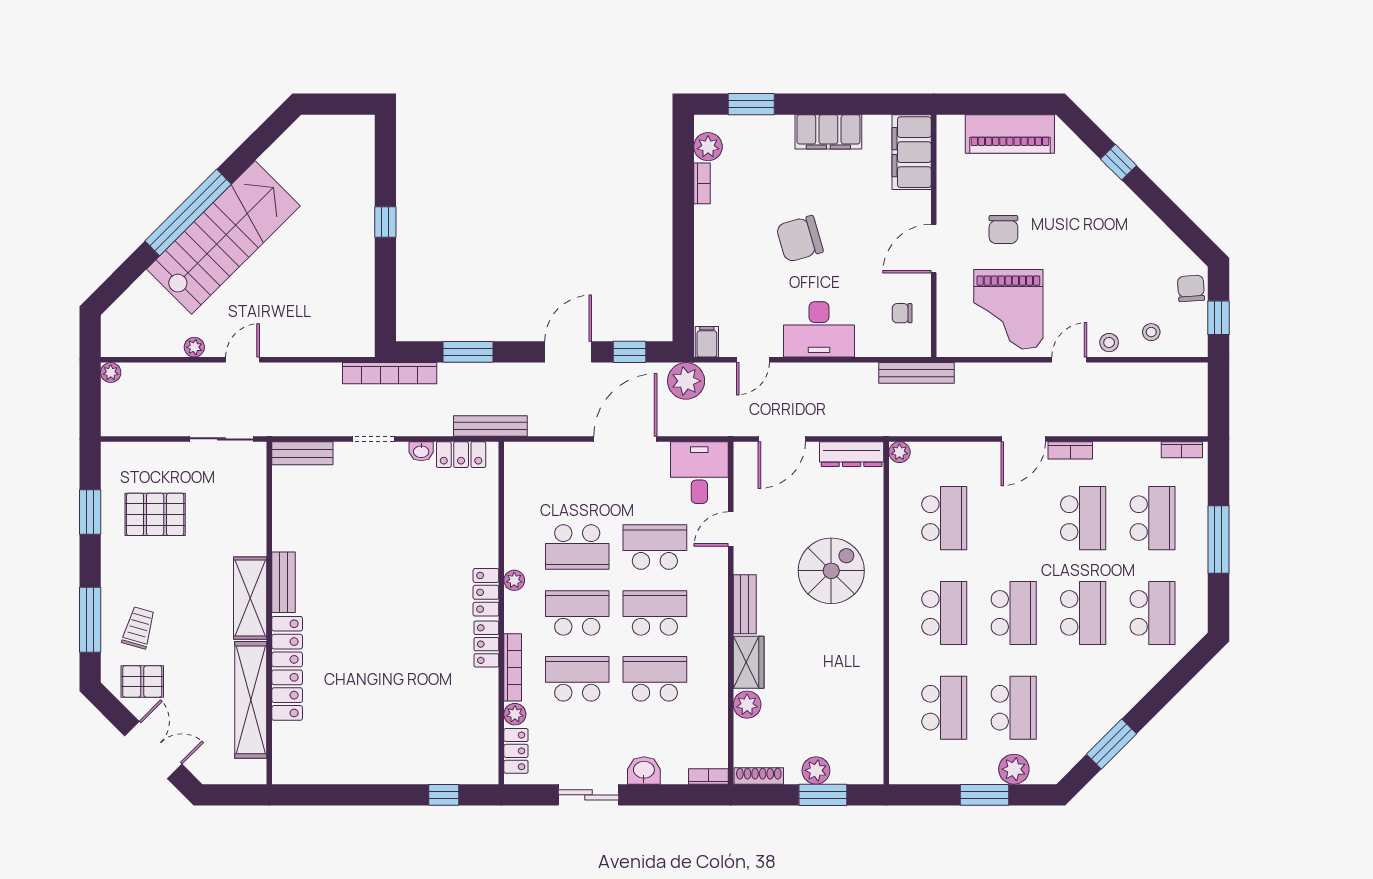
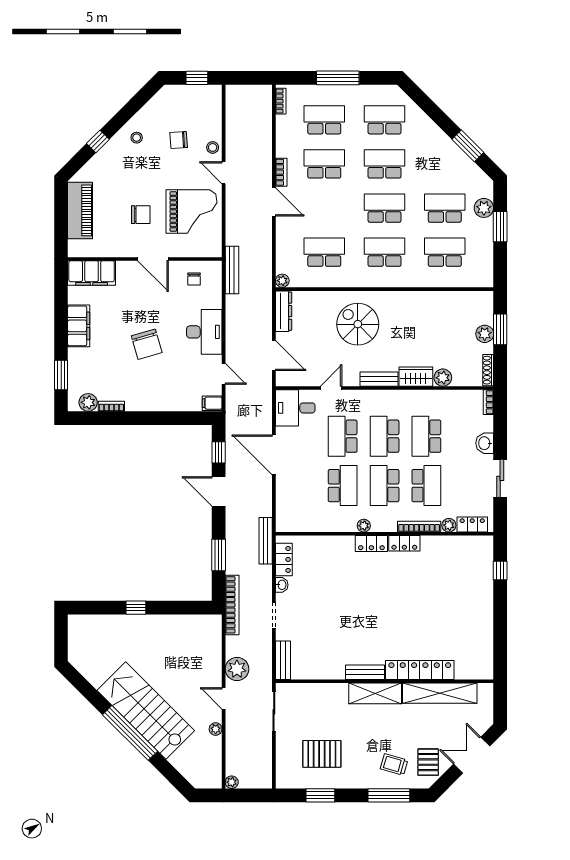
chair: (1191, 288) -> (179, 140), moved
stool: (1151, 332) -> (137, 138), moved
plant: (686, 381) -> (237, 669), moved
pallet: (155, 514) -> (322, 754), turned 90
door: (731, 529) -> (331, 388), swing flipped
school desk: (577, 679) -> (426, 486), turned 180

